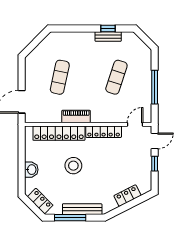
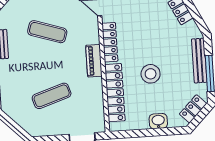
exercise mat: (60, 77) -> (52, 96), turned -30
piano: (76, 117) -> (94, 61), moved

